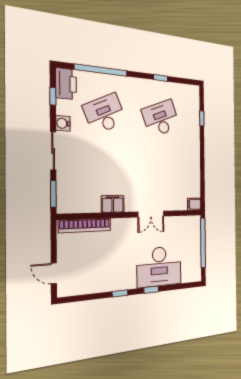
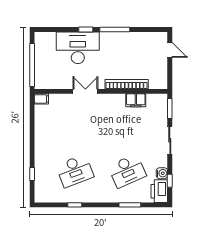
window: (101, 70) -> (130, 205), width x0.47
water cooler: (63, 123) -> (162, 173), moved
filing cabinet: (113, 204) -> (136, 100), moved
bookcase: (85, 226) -> (127, 84), moved
window: (120, 293) -> (115, 29), width x2.17

